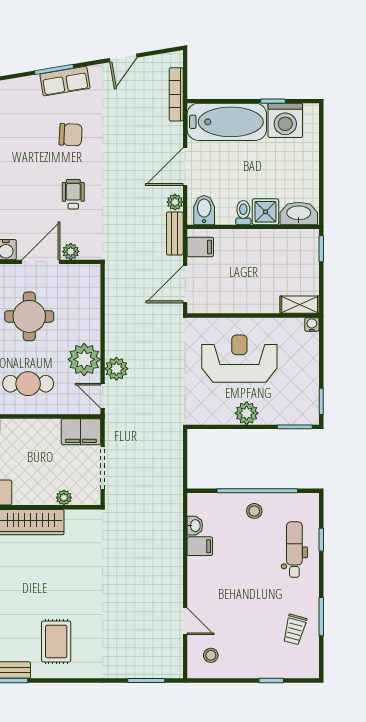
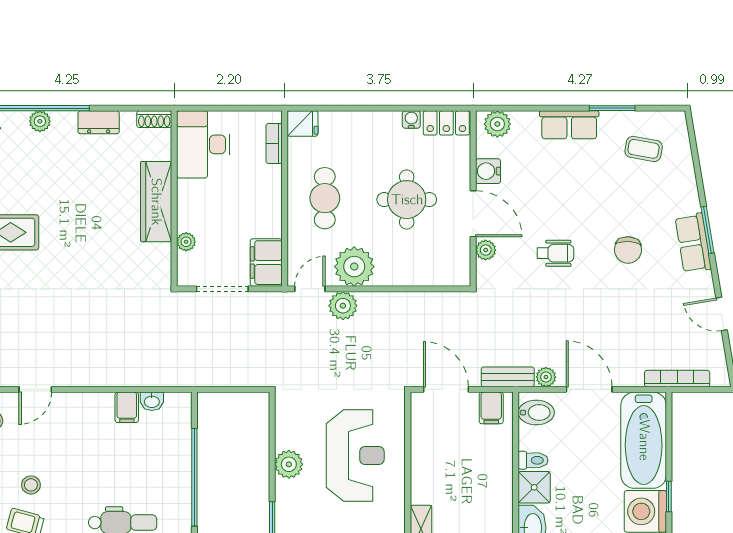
stool: (254, 511) -> (31, 485), moved

